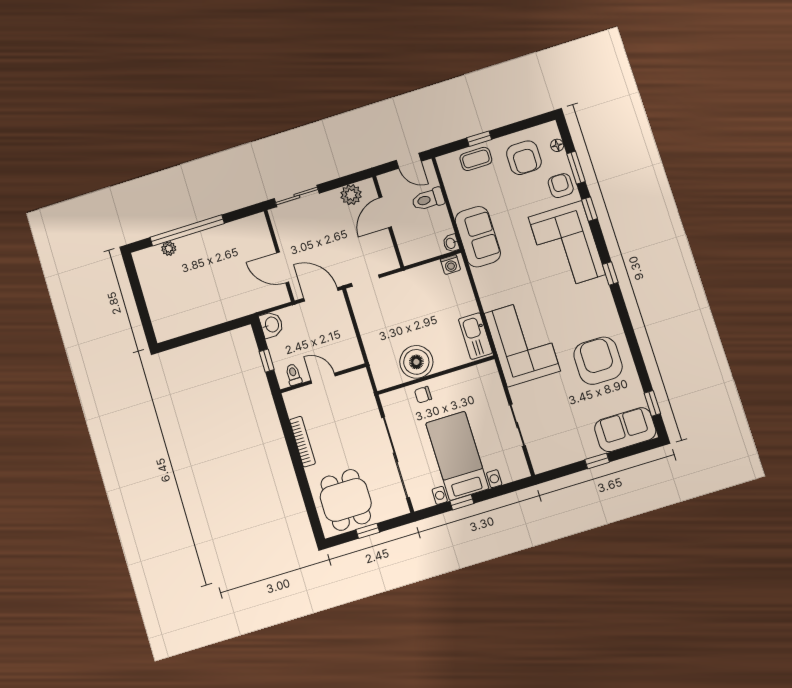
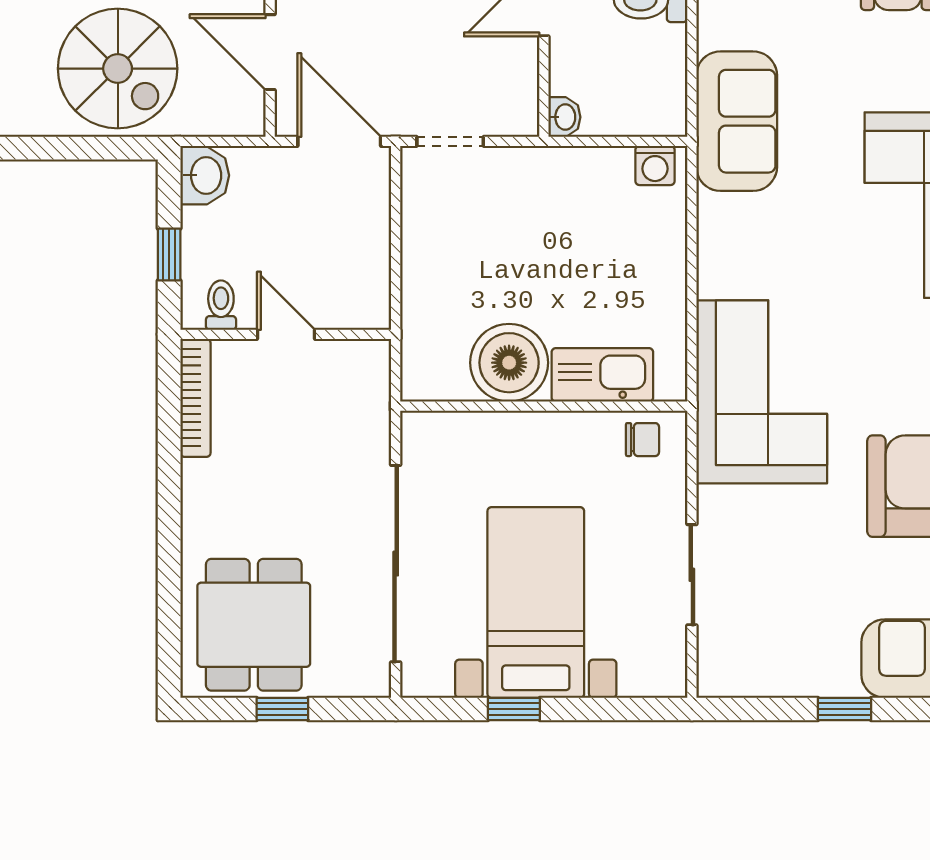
washbasin: (451, 243) -> (564, 117), moved, turned 180
spiral stairs: (224, 293) -> (118, 69), added
kitchen sink: (475, 336) -> (602, 375), moved, turned 90
chair: (423, 395) -> (642, 440), moved, turned 180
bookcase: (302, 442) -> (195, 398), moved

